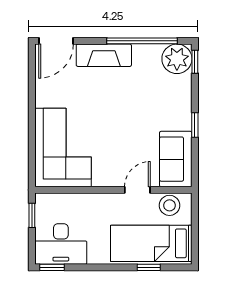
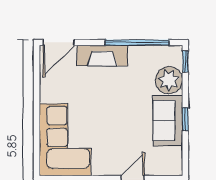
plant: (177, 59) -> (169, 80), moved
sofa: (176, 159) -> (168, 121), moved

